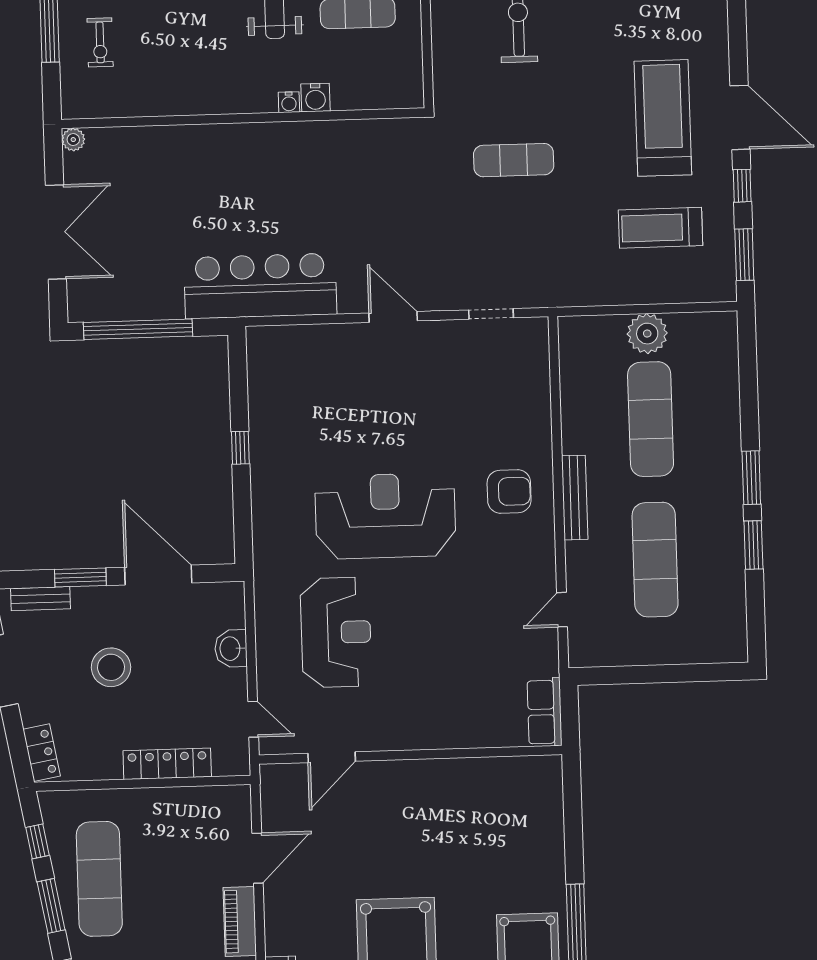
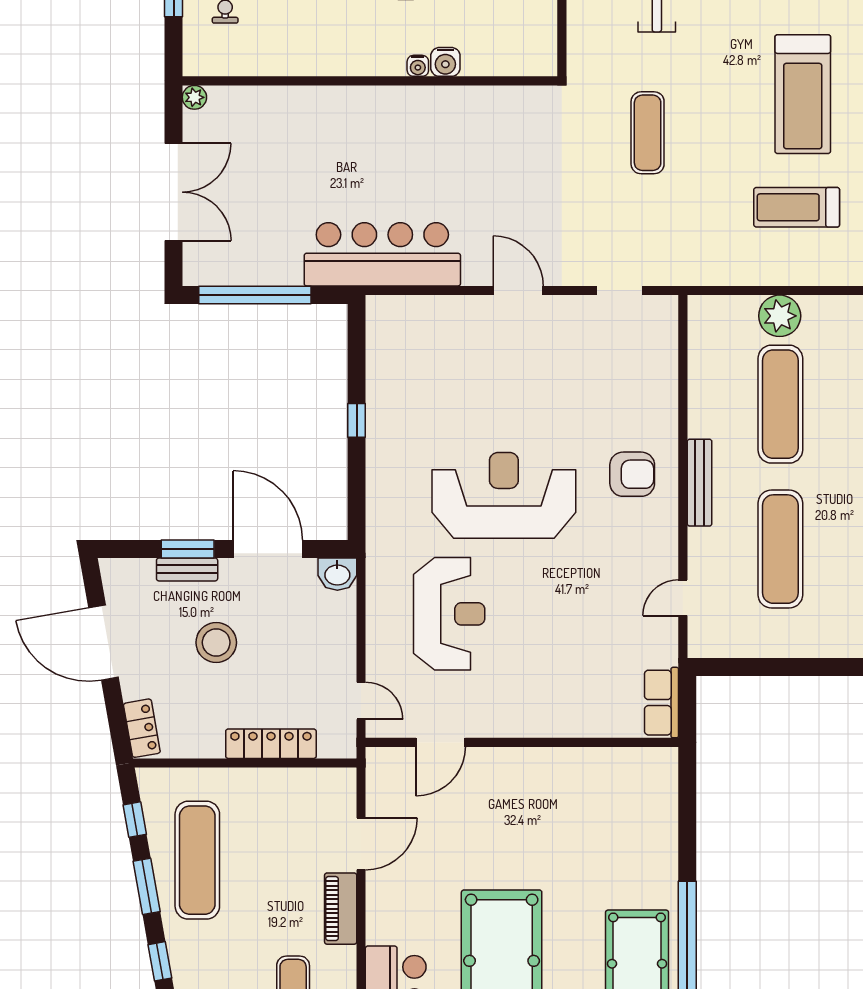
treadmill: (663, 118) -> (803, 94), turned 180
exercise mat: (514, 160) -> (648, 133), turned 90
bench: (40, 599) -> (187, 569), moved
washbasin: (231, 649) -> (337, 574), moved, turned -90

